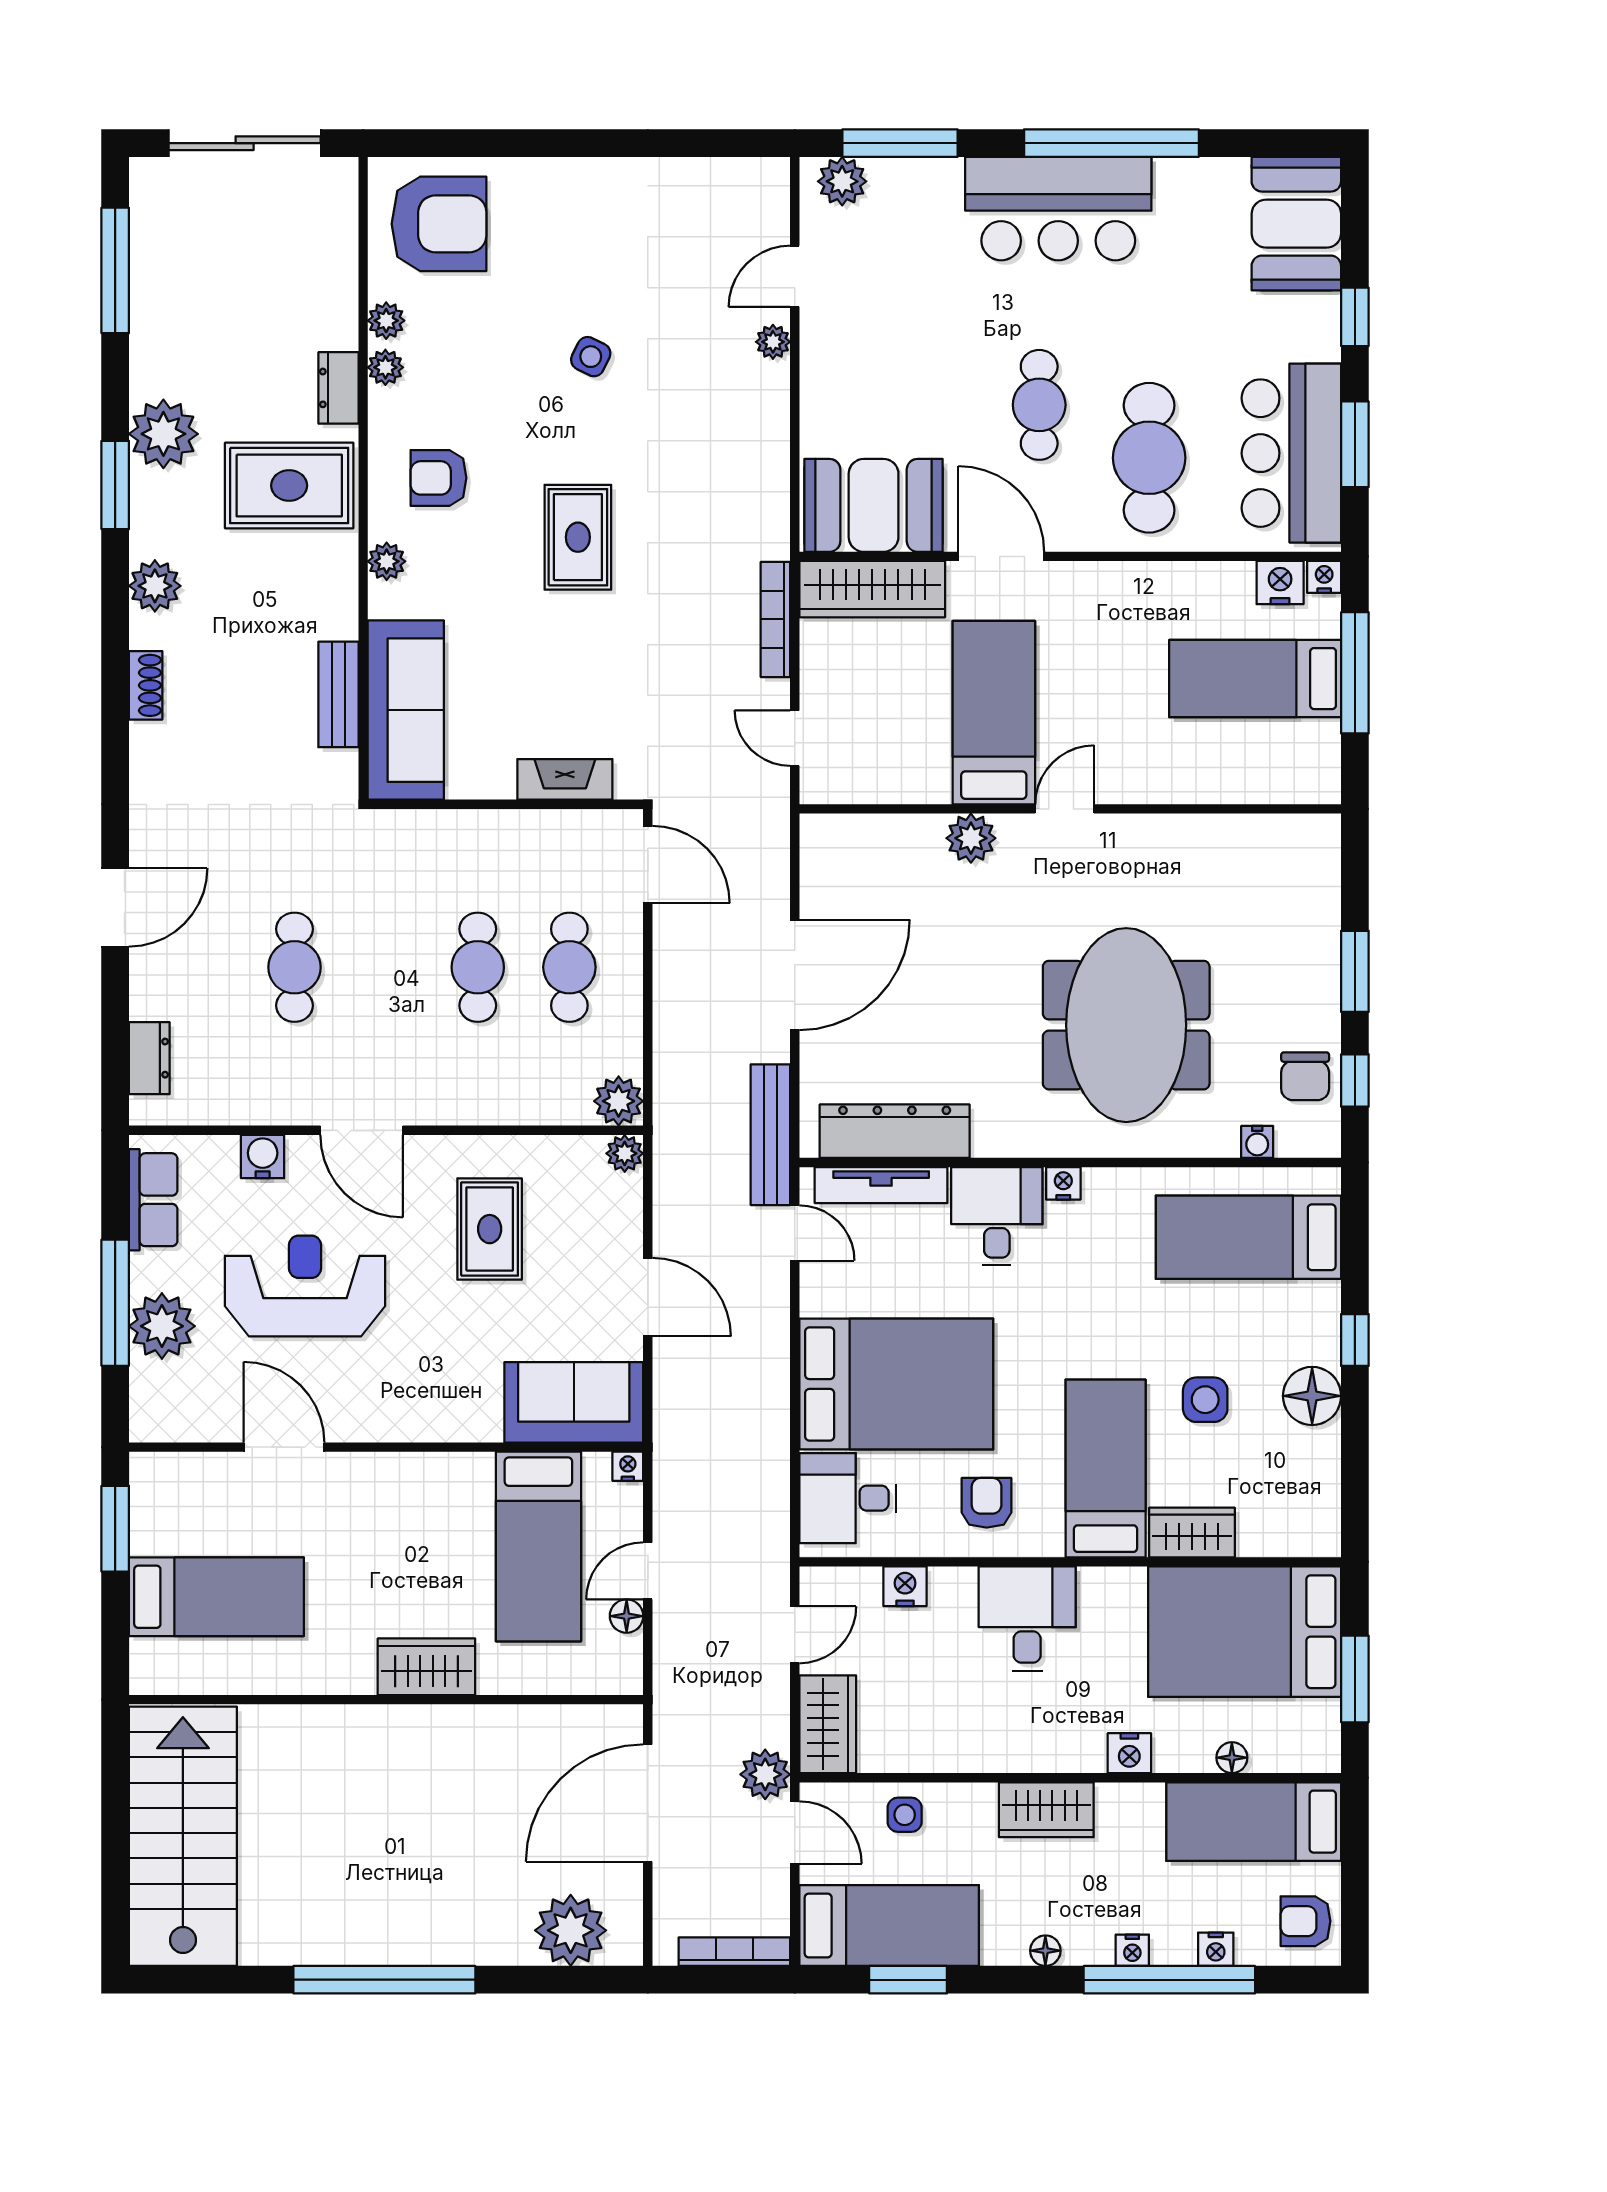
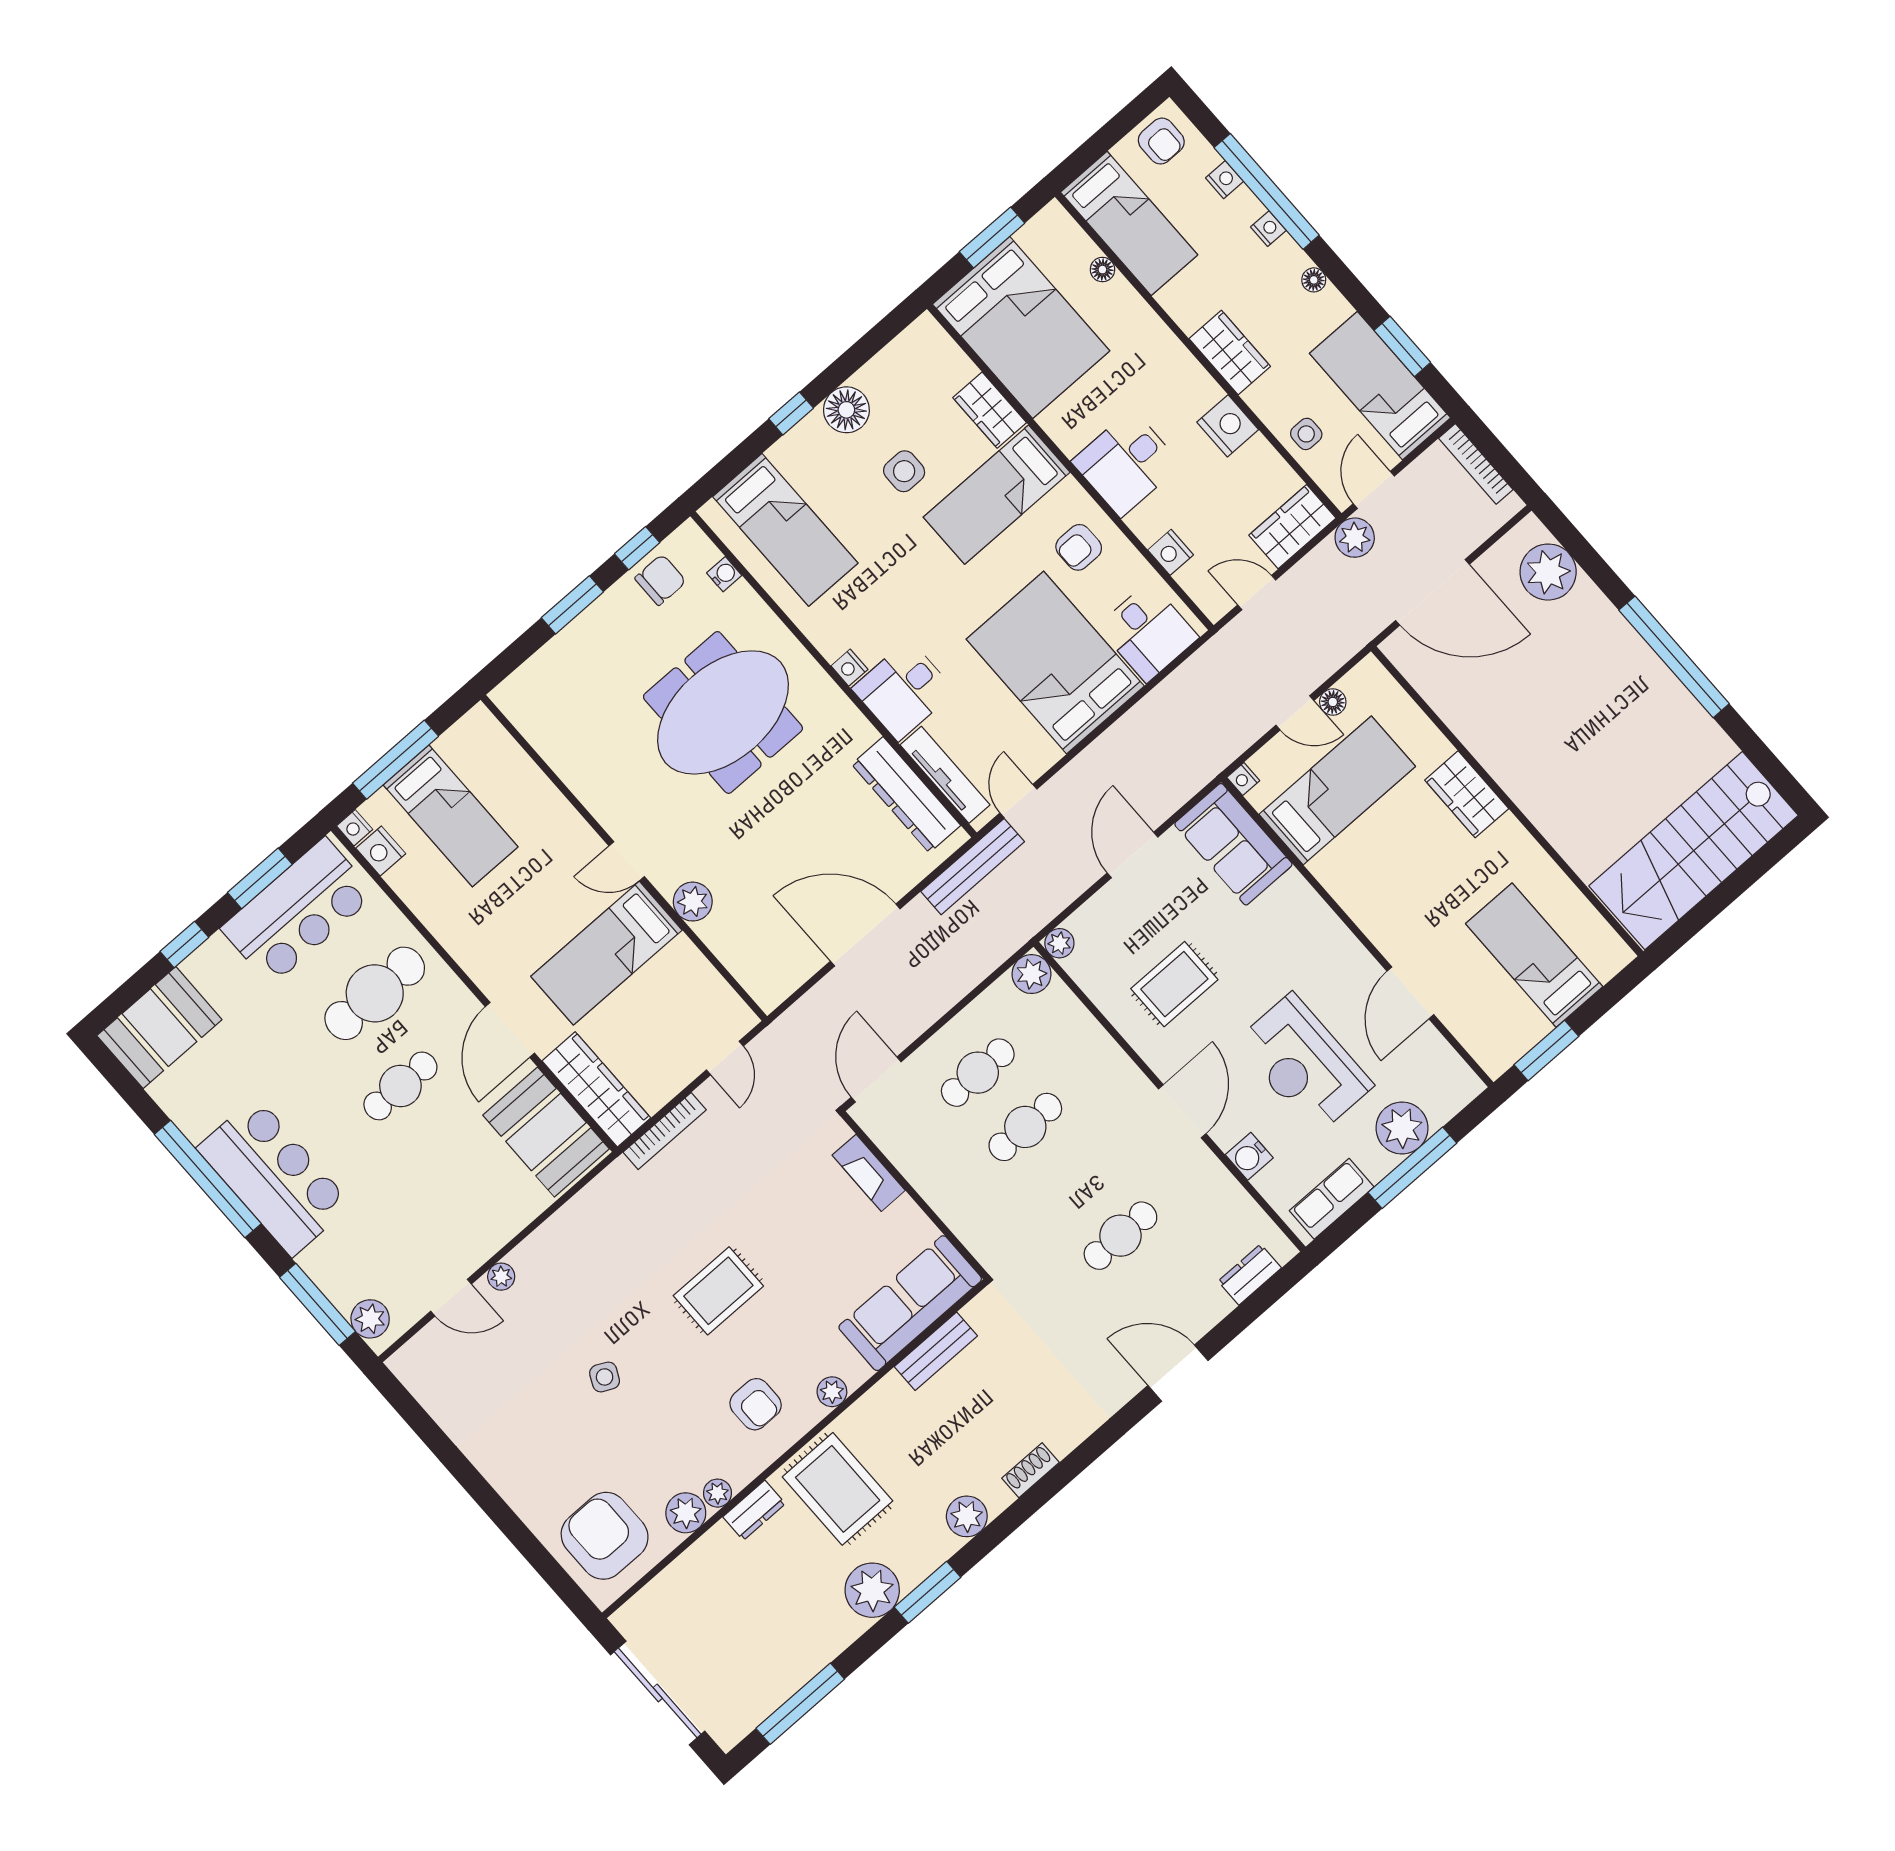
plant: (386, 321) -> (686, 1513), width x1.38, depth x1.38
nightstand: (1129, 1753) -> (1228, 426), moved, width x1.36, depth x1.33

